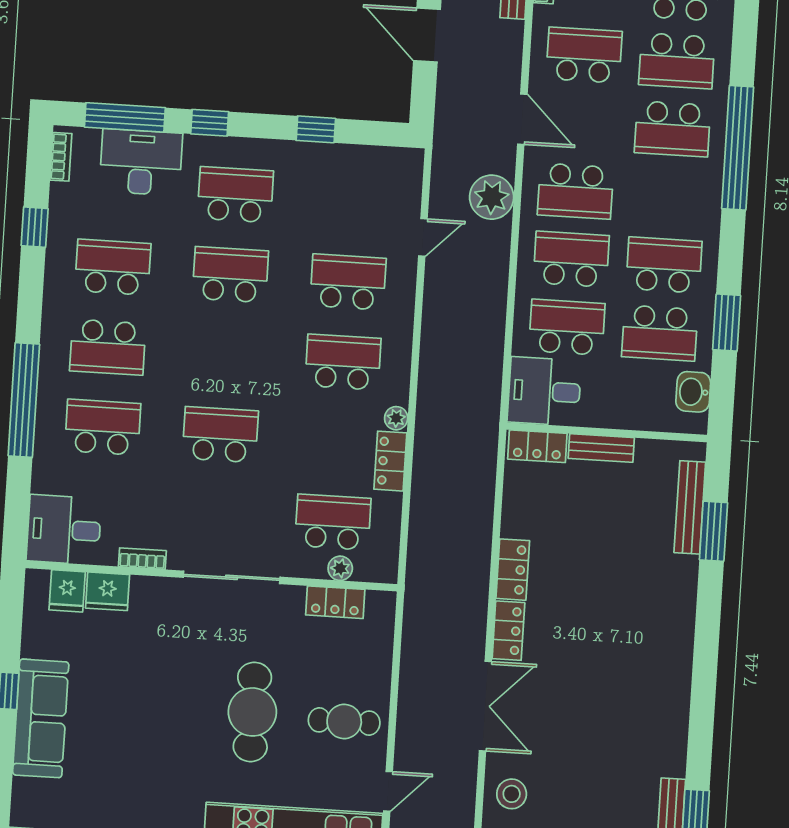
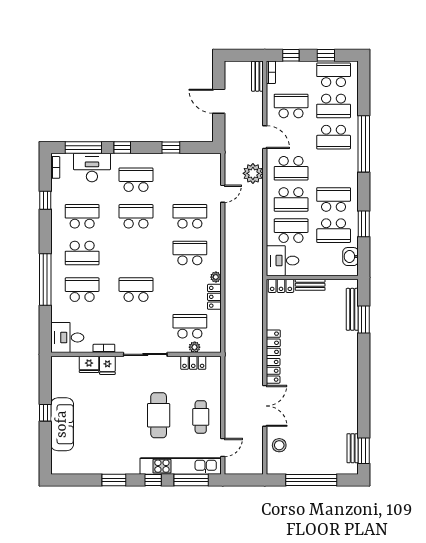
school desk: (571, 259) -> (291, 199), turned 180
fridge: (67, 591) -> (107, 365), moved
cafe table: (344, 722) -> (201, 417), turned 90

